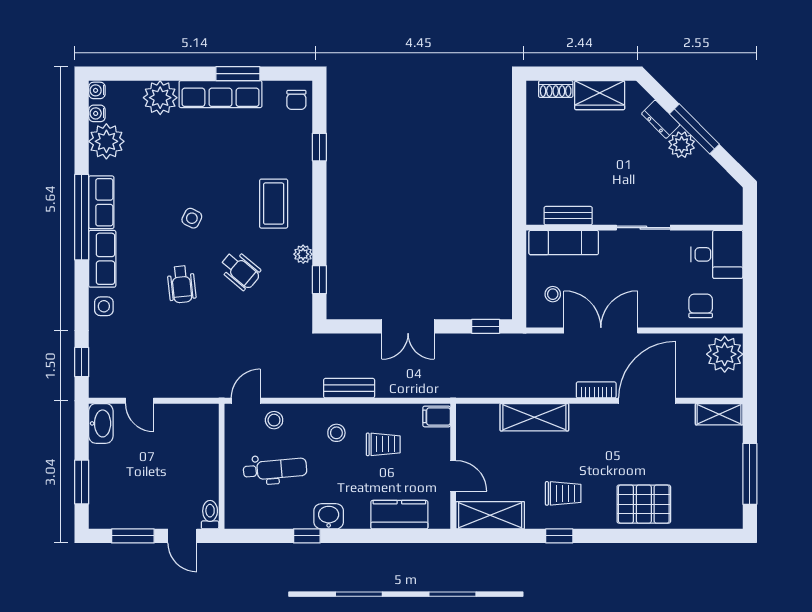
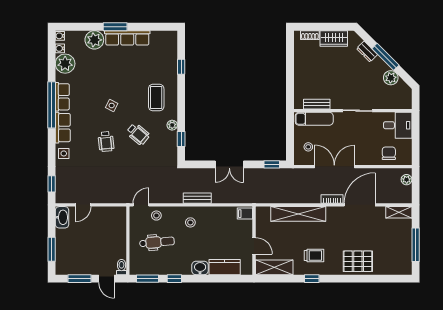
window: (238, 74) -> (115, 27), moved
chair: (296, 100) -> (169, 41), removed
plant: (682, 145) -> (391, 78), moved
plant: (725, 354) -> (407, 180), width x0.53, depth x0.53
door: (140, 401) -> (83, 205), hinge flipped
shelving: (534, 417) -> (298, 214), width x1.47
trolley: (383, 444) -> (216, 229), removed
washbasin: (329, 516) -> (200, 268), moved
window: (258, 536) -> (147, 279), added

